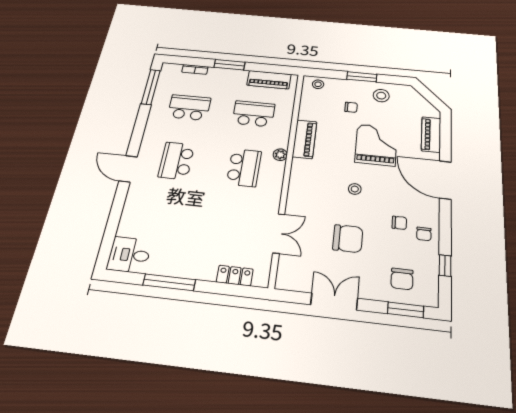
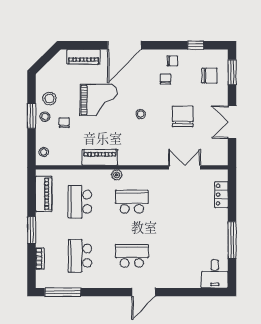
stool: (360, 89) -> (45, 117), added
grand piano: (376, 145) -> (99, 100), turned 180
school desk: (176, 161) -> (132, 256), turned 180

